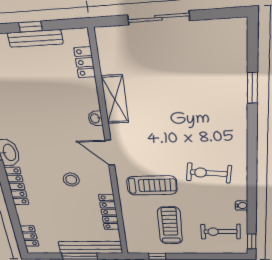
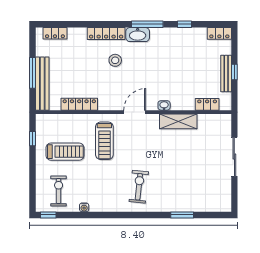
exercise bike: (209, 173) -> (139, 187), moved
stool: (71, 180) -> (115, 60), moved

